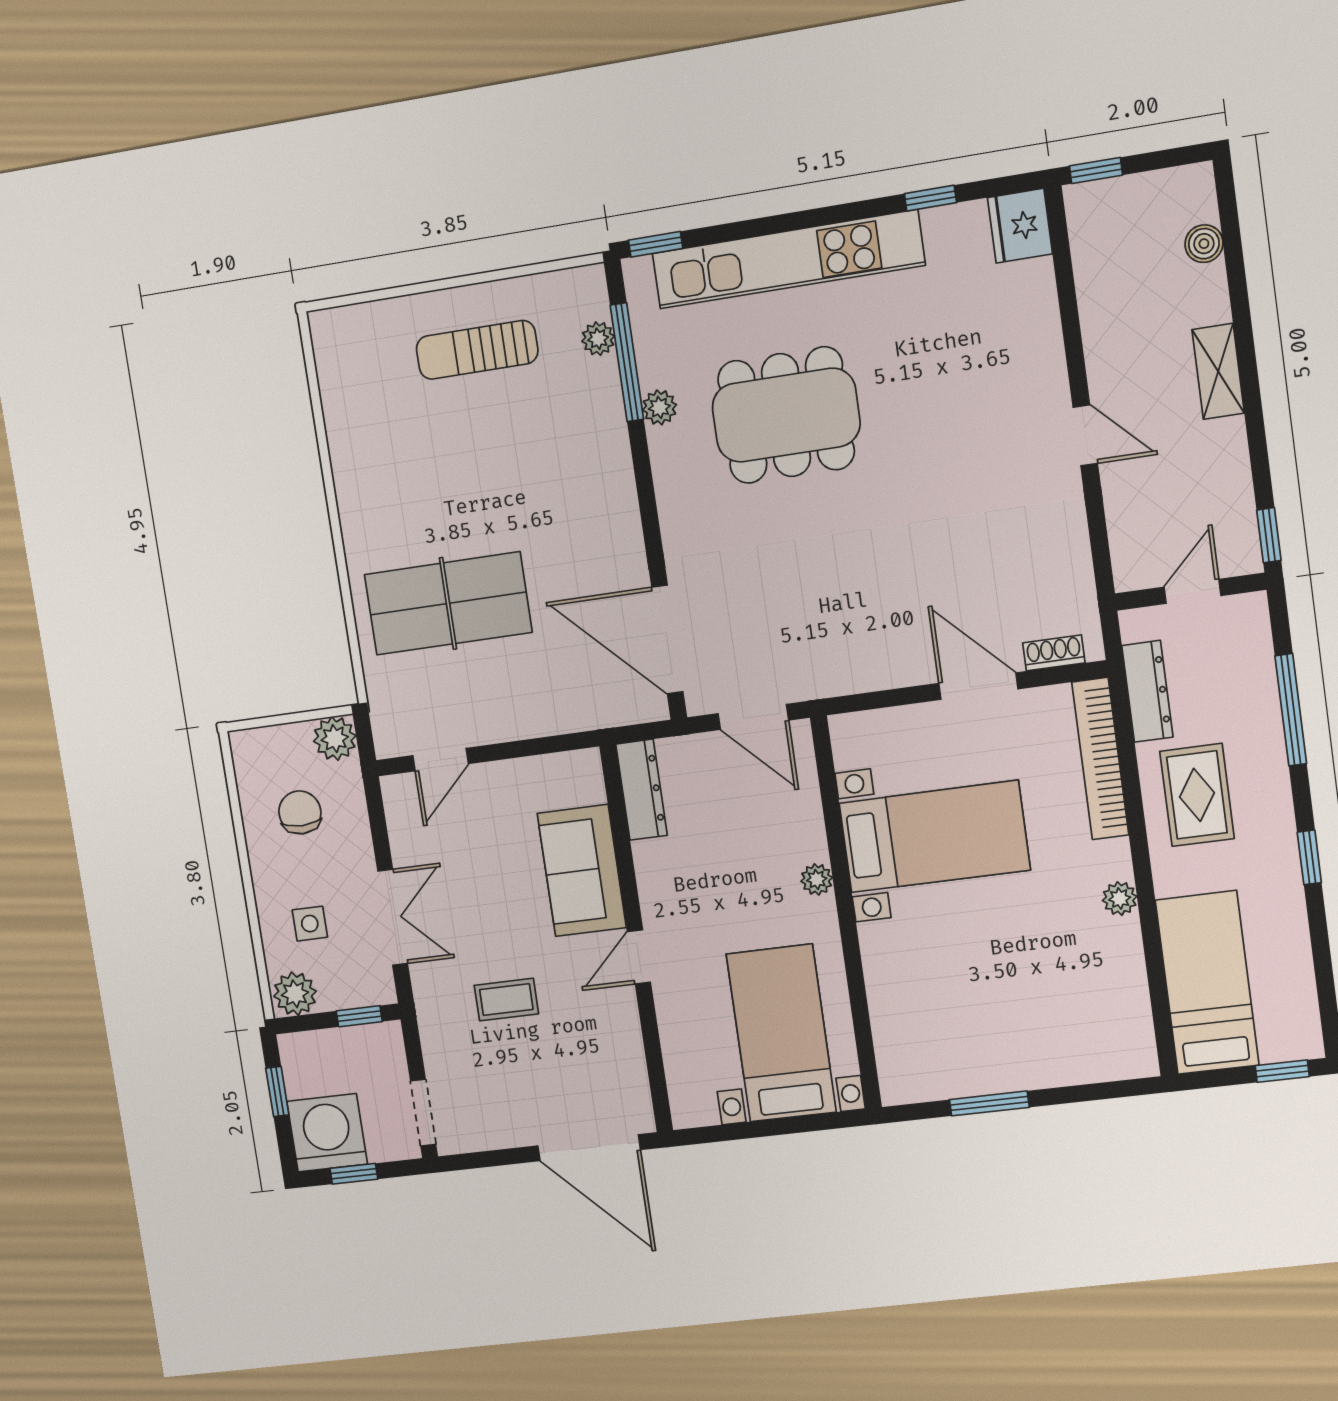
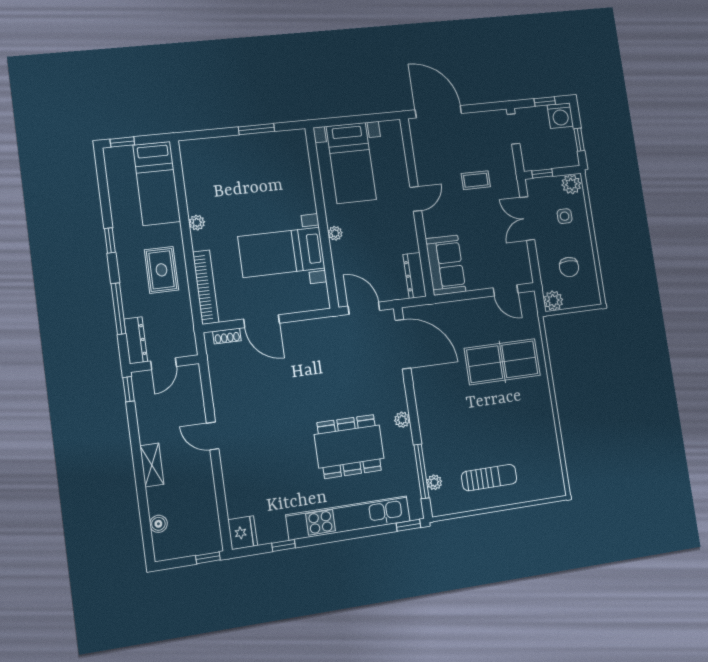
plant: (659, 407) -> (402, 420), moved
dresser: (1147, 691) -> (136, 340), moved, turned 180
door: (441, 760) -> (506, 290), swing flipped
sofa: (582, 871) -> (446, 265), moved
washing machine: (327, 1133) -> (560, 116), width x0.73, depth x0.73

